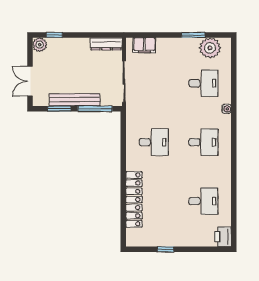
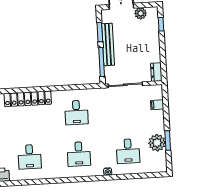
dresser: (106, 44) -> (156, 72), width x0.70
plant: (40, 45) -> (141, 13), moved
filing cabinet: (144, 45) -> (157, 105), width x0.50
plant: (210, 48) -> (157, 143), moved

